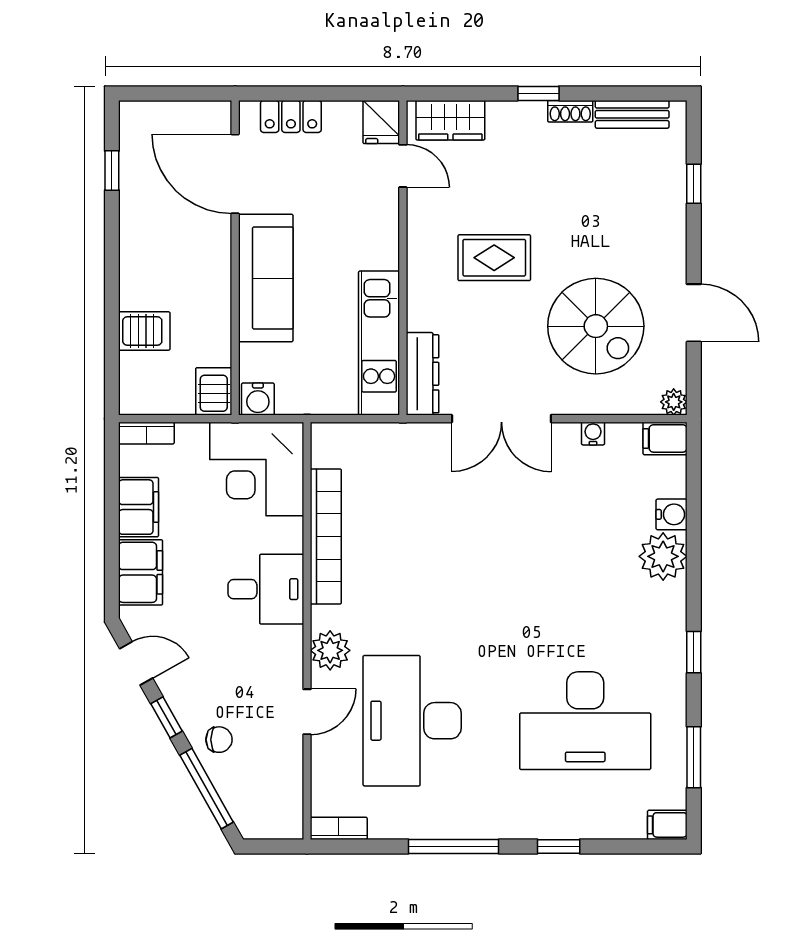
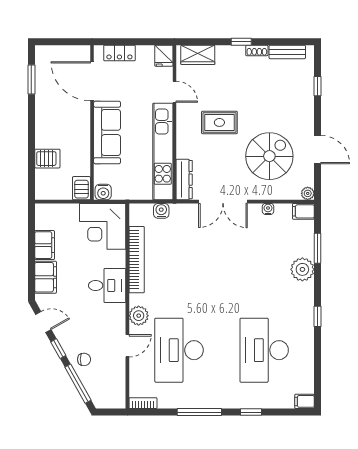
door: (403, 166) -> (174, 92), moved
window: (112, 170) -> (31, 80), width x1.50
spiral stairs: (596, 326) -> (269, 156), turned -90
kitchen unit: (379, 343) -> (163, 152), width x1.36
bookcase: (146, 433) -> (48, 209), removed
water cooler: (672, 514) -> (161, 211), moved, turned -90
desk: (585, 721) -> (264, 350), turned 90
window: (694, 757) -> (318, 248), moved

